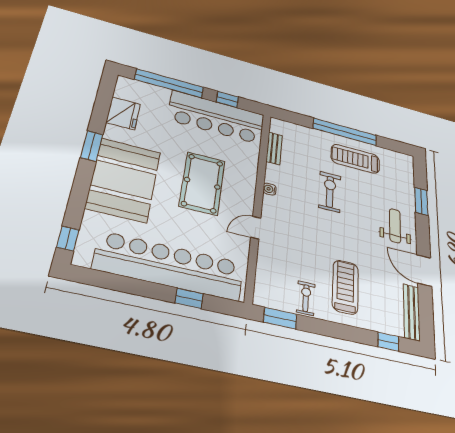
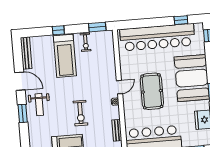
window: (421, 201) -> (23, 113), moved
door: (256, 228) -> (119, 87), moved
treadmill: (345, 287) -> (65, 56), width x1.37, depth x1.38
window: (189, 298) -> (181, 20), moved
window: (388, 342) -> (58, 30), moved

